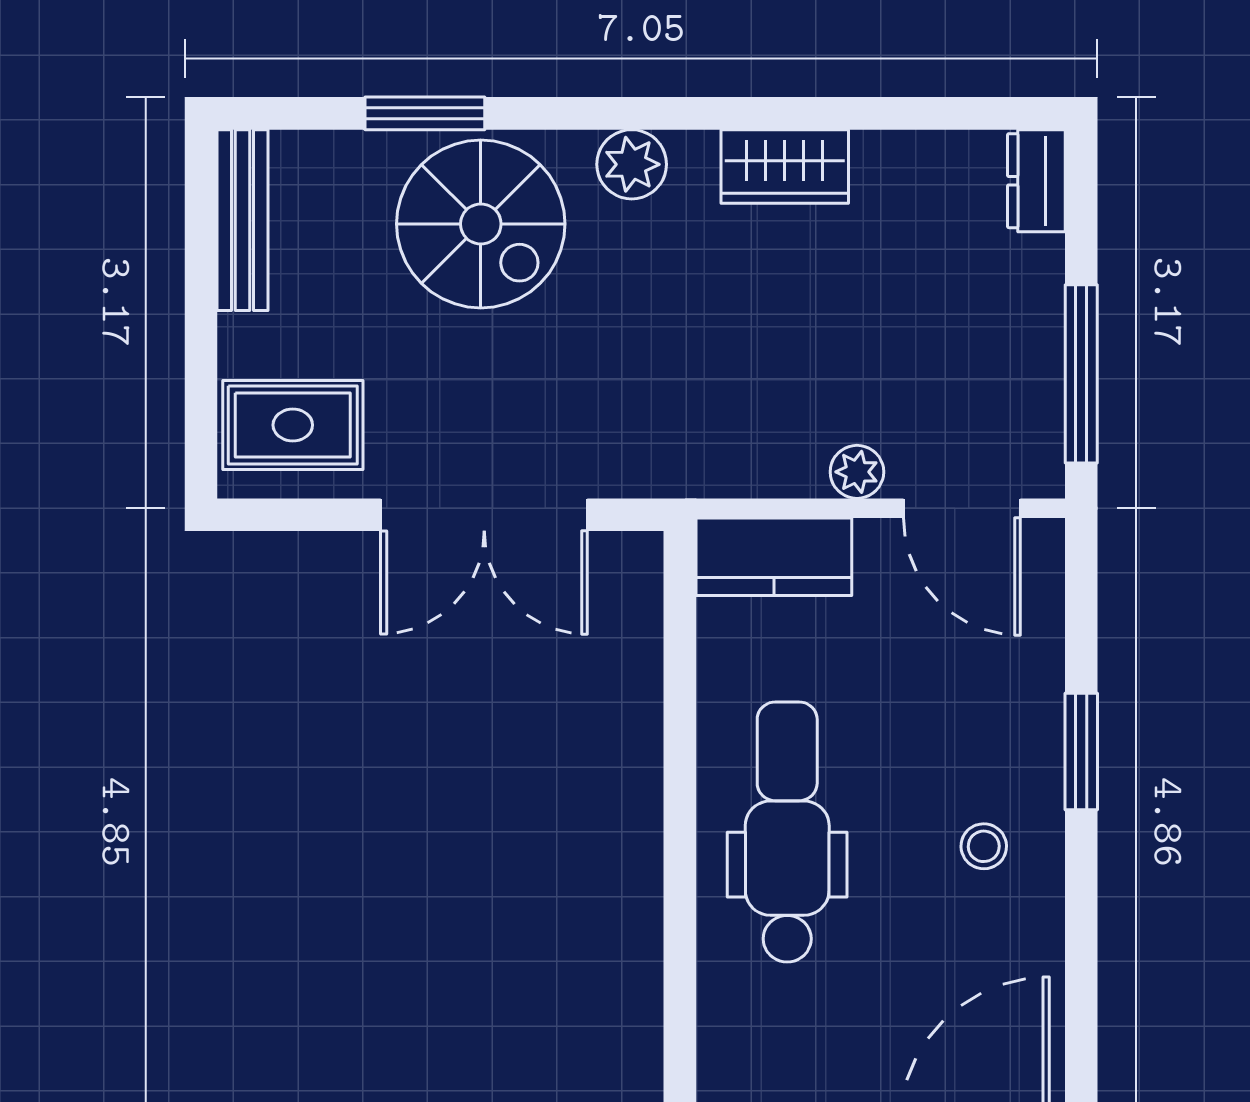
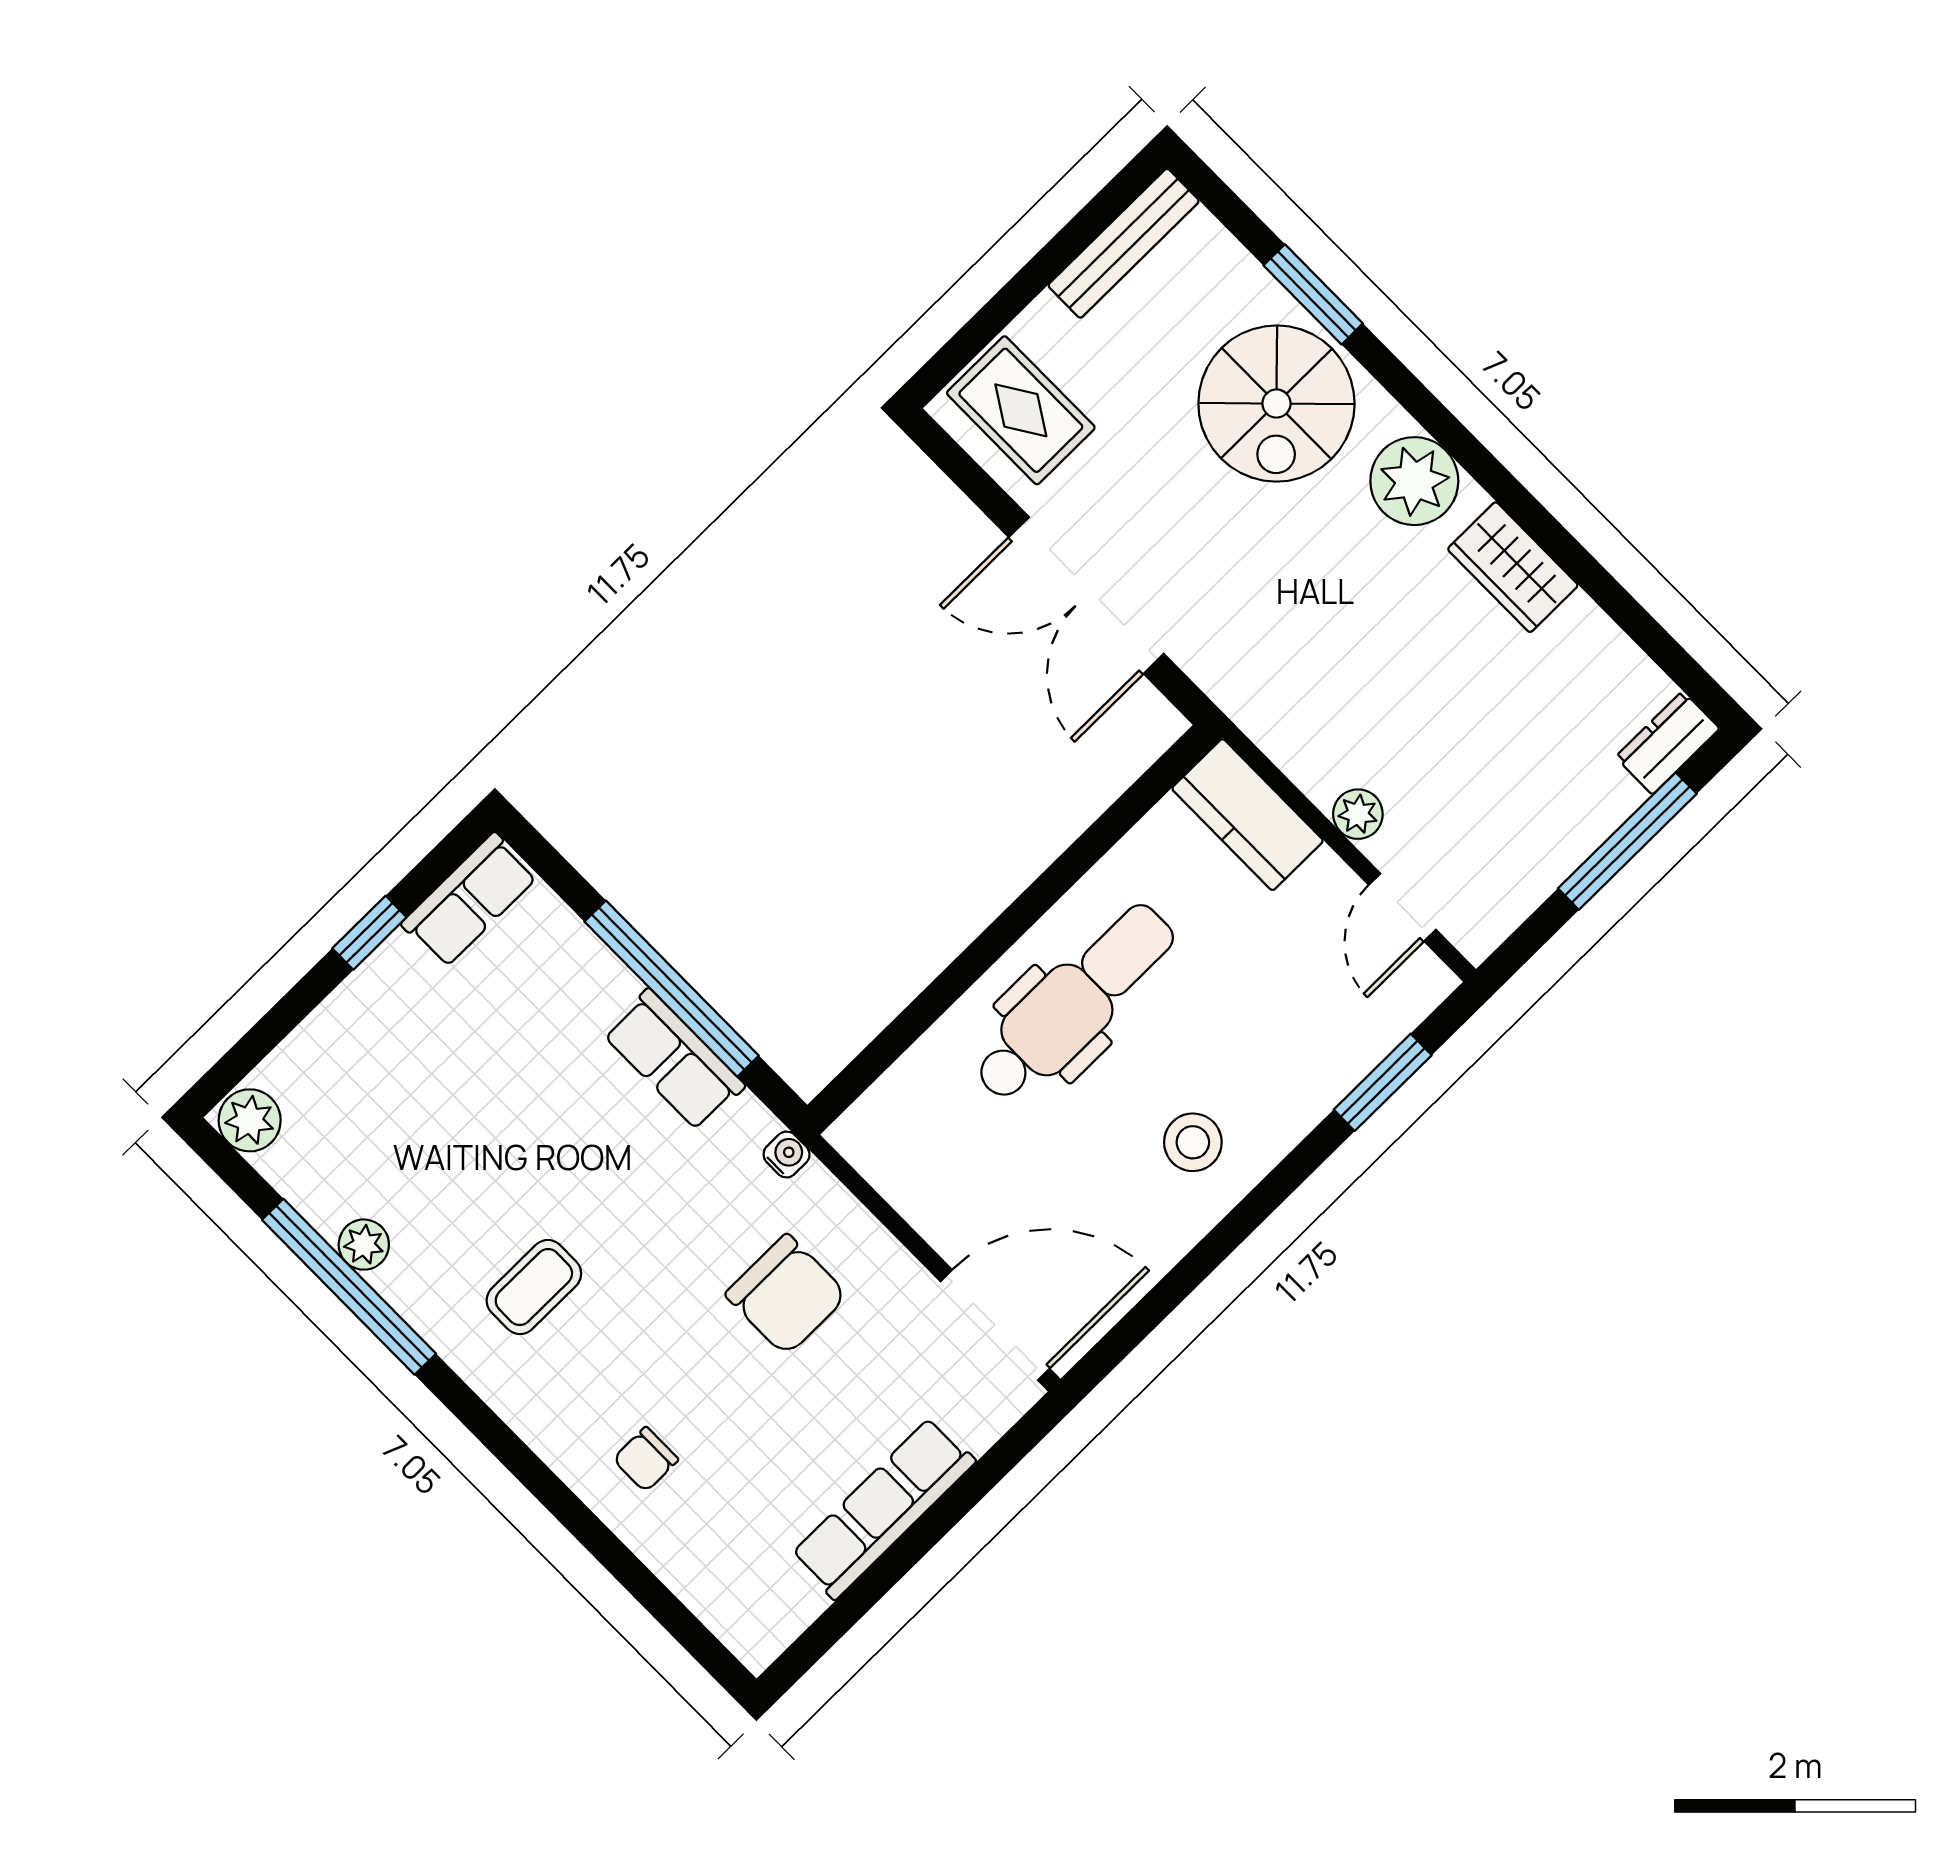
plant: (632, 164) -> (1414, 481), width x1.36, depth x1.36
window: (1081, 374) -> (1627, 841), moved
door: (962, 508) -> (1402, 907), width x0.73
window: (1081, 751) -> (1383, 1082), moved
stool: (984, 846) -> (1193, 1142), width x1.37, depth x1.37

